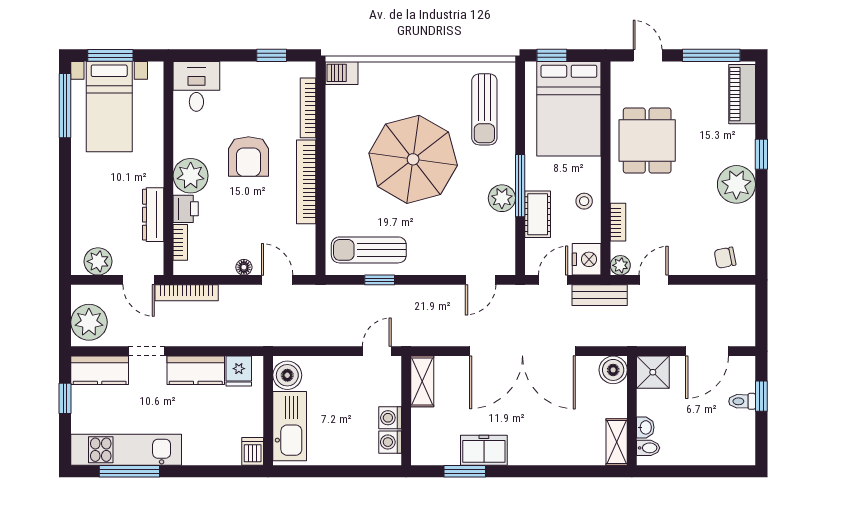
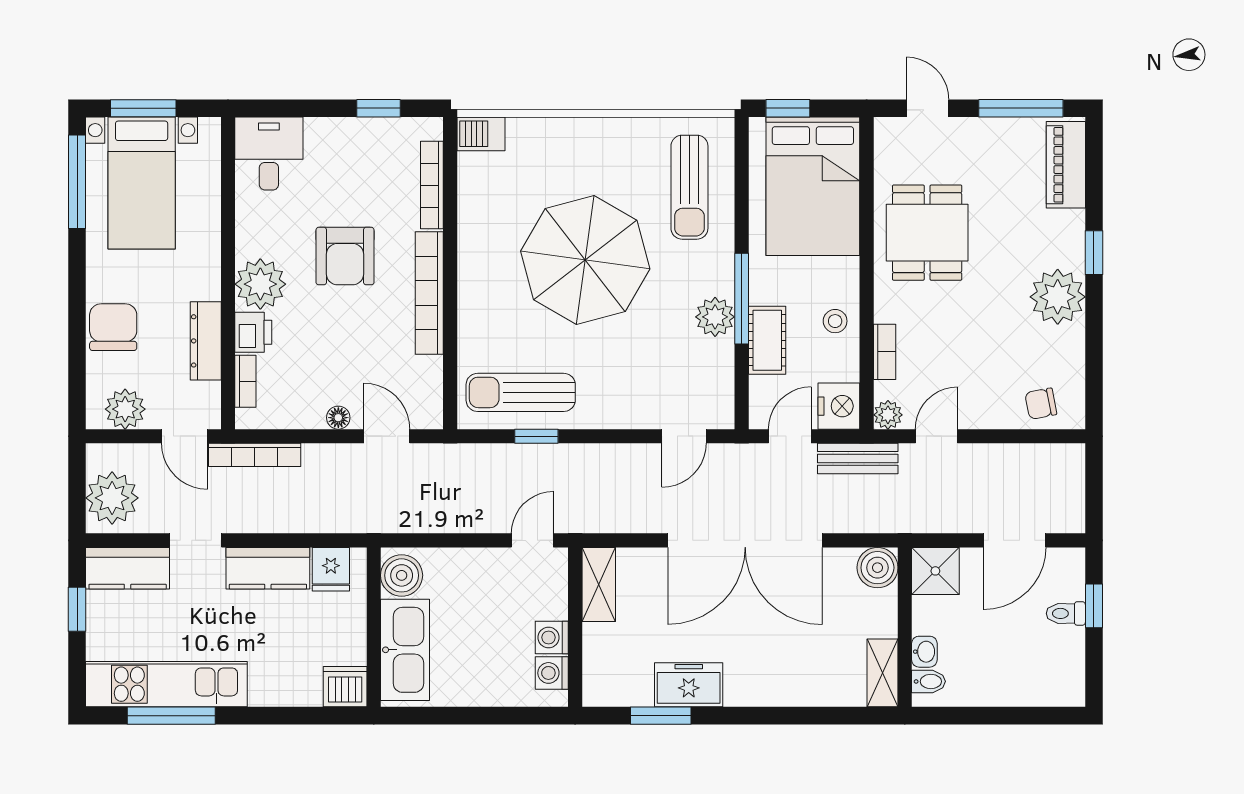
chair: (90, 205) -> (113, 327), added
dishwasher: (253, 451) -> (345, 687), width x1.38

